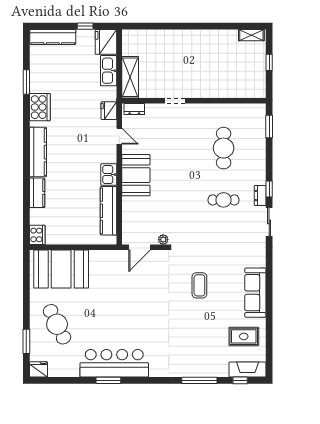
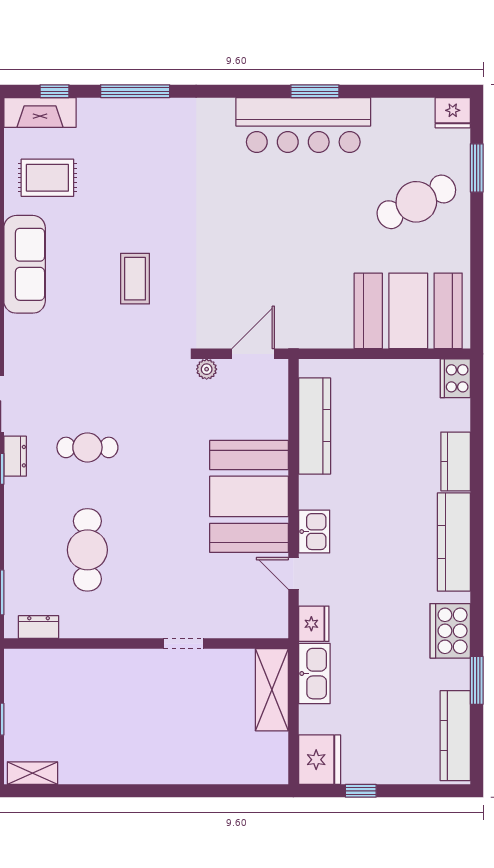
kitchen counter: (53, 37) -> (455, 736), moved, turned -90
kitchen sink: (109, 71) -> (314, 674), moved
dresser: (134, 109) -> (39, 627), moved
kitchen sink: (109, 175) -> (314, 532), moved
booth: (136, 175) -> (249, 496), width x1.36, depth x1.42
cafe table: (57, 324) -> (416, 202), turned 90

